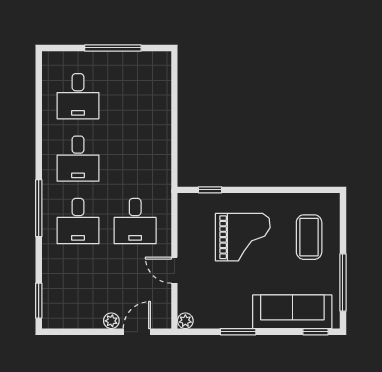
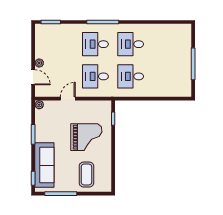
desk: (78, 96) -> (131, 76), moved
grand piano: (243, 237) -> (86, 137), turned -90
coffee table: (309, 237) -> (86, 175), turned 90

